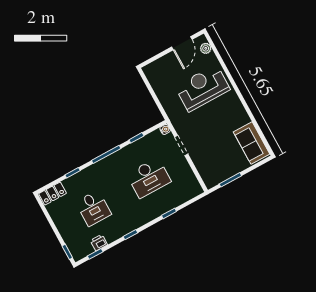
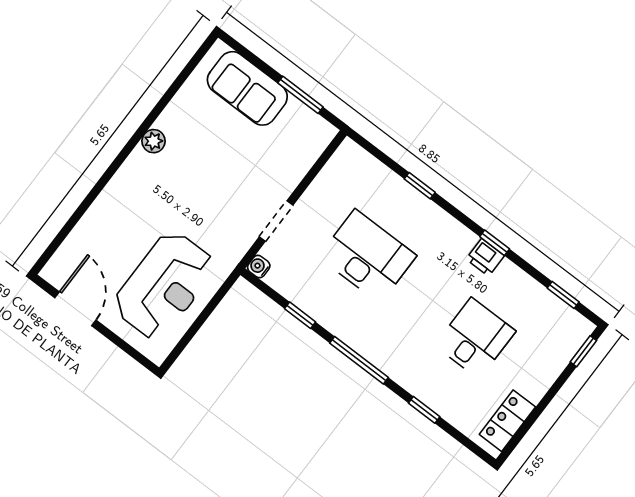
door: (182, 43) -> (75, 309), hinge flipped
plant: (206, 48) -> (154, 141), moved
reception desk: (202, 88) -> (164, 285), moved, turned -90
sofa: (252, 143) -> (247, 88), moved, turned 90
locker: (53, 194) -> (507, 421), moved, turned -90
printer: (99, 243) -> (485, 257), moved

